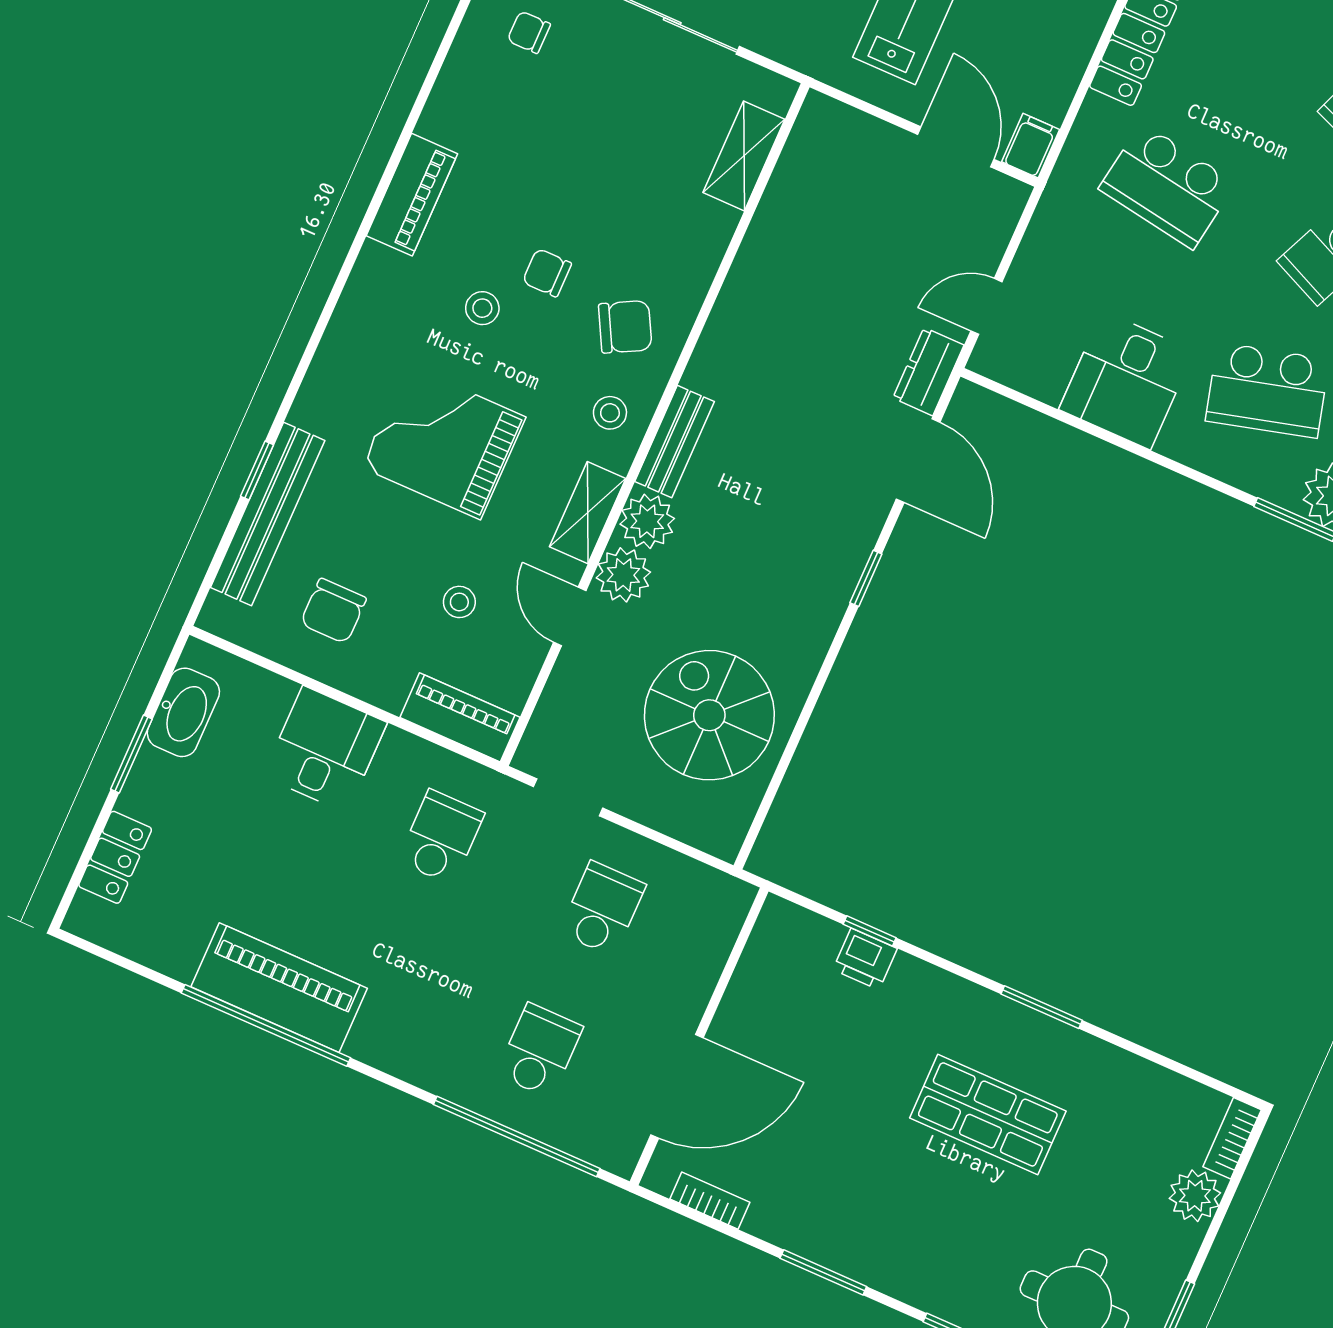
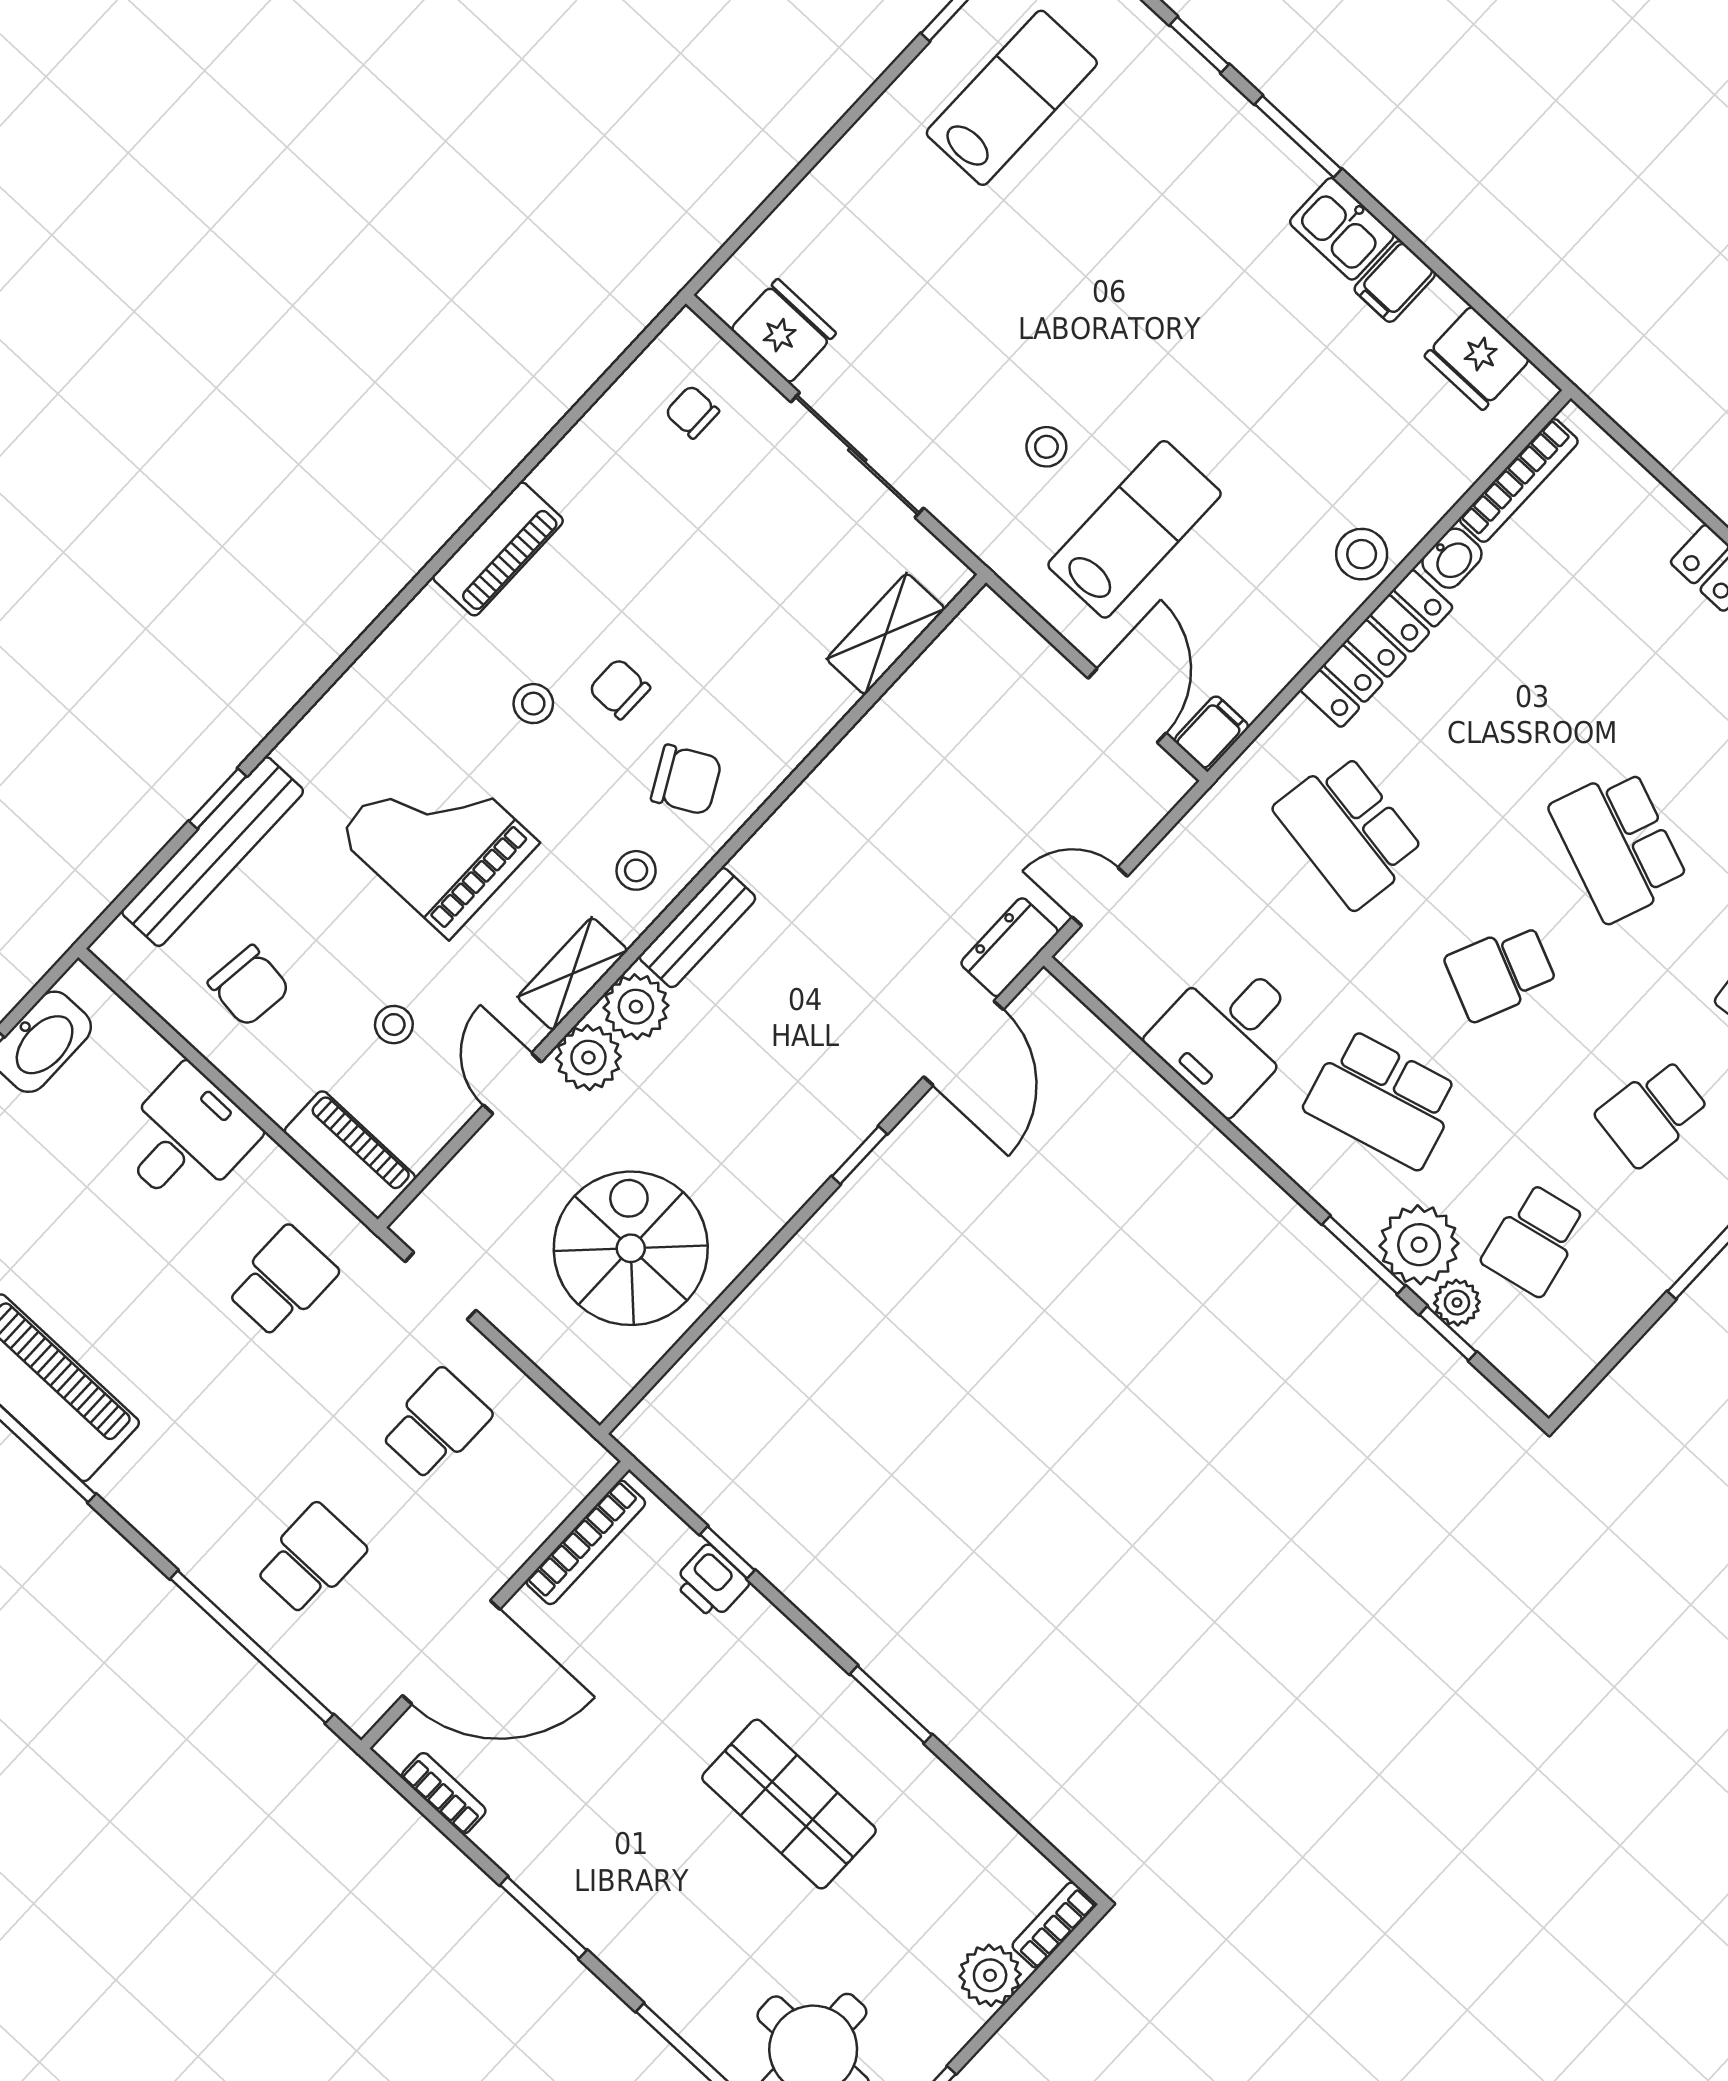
chair: (333, 611) -> (249, 986), turned -83
bookcase: (754, 962) -> (586, 1542), added

